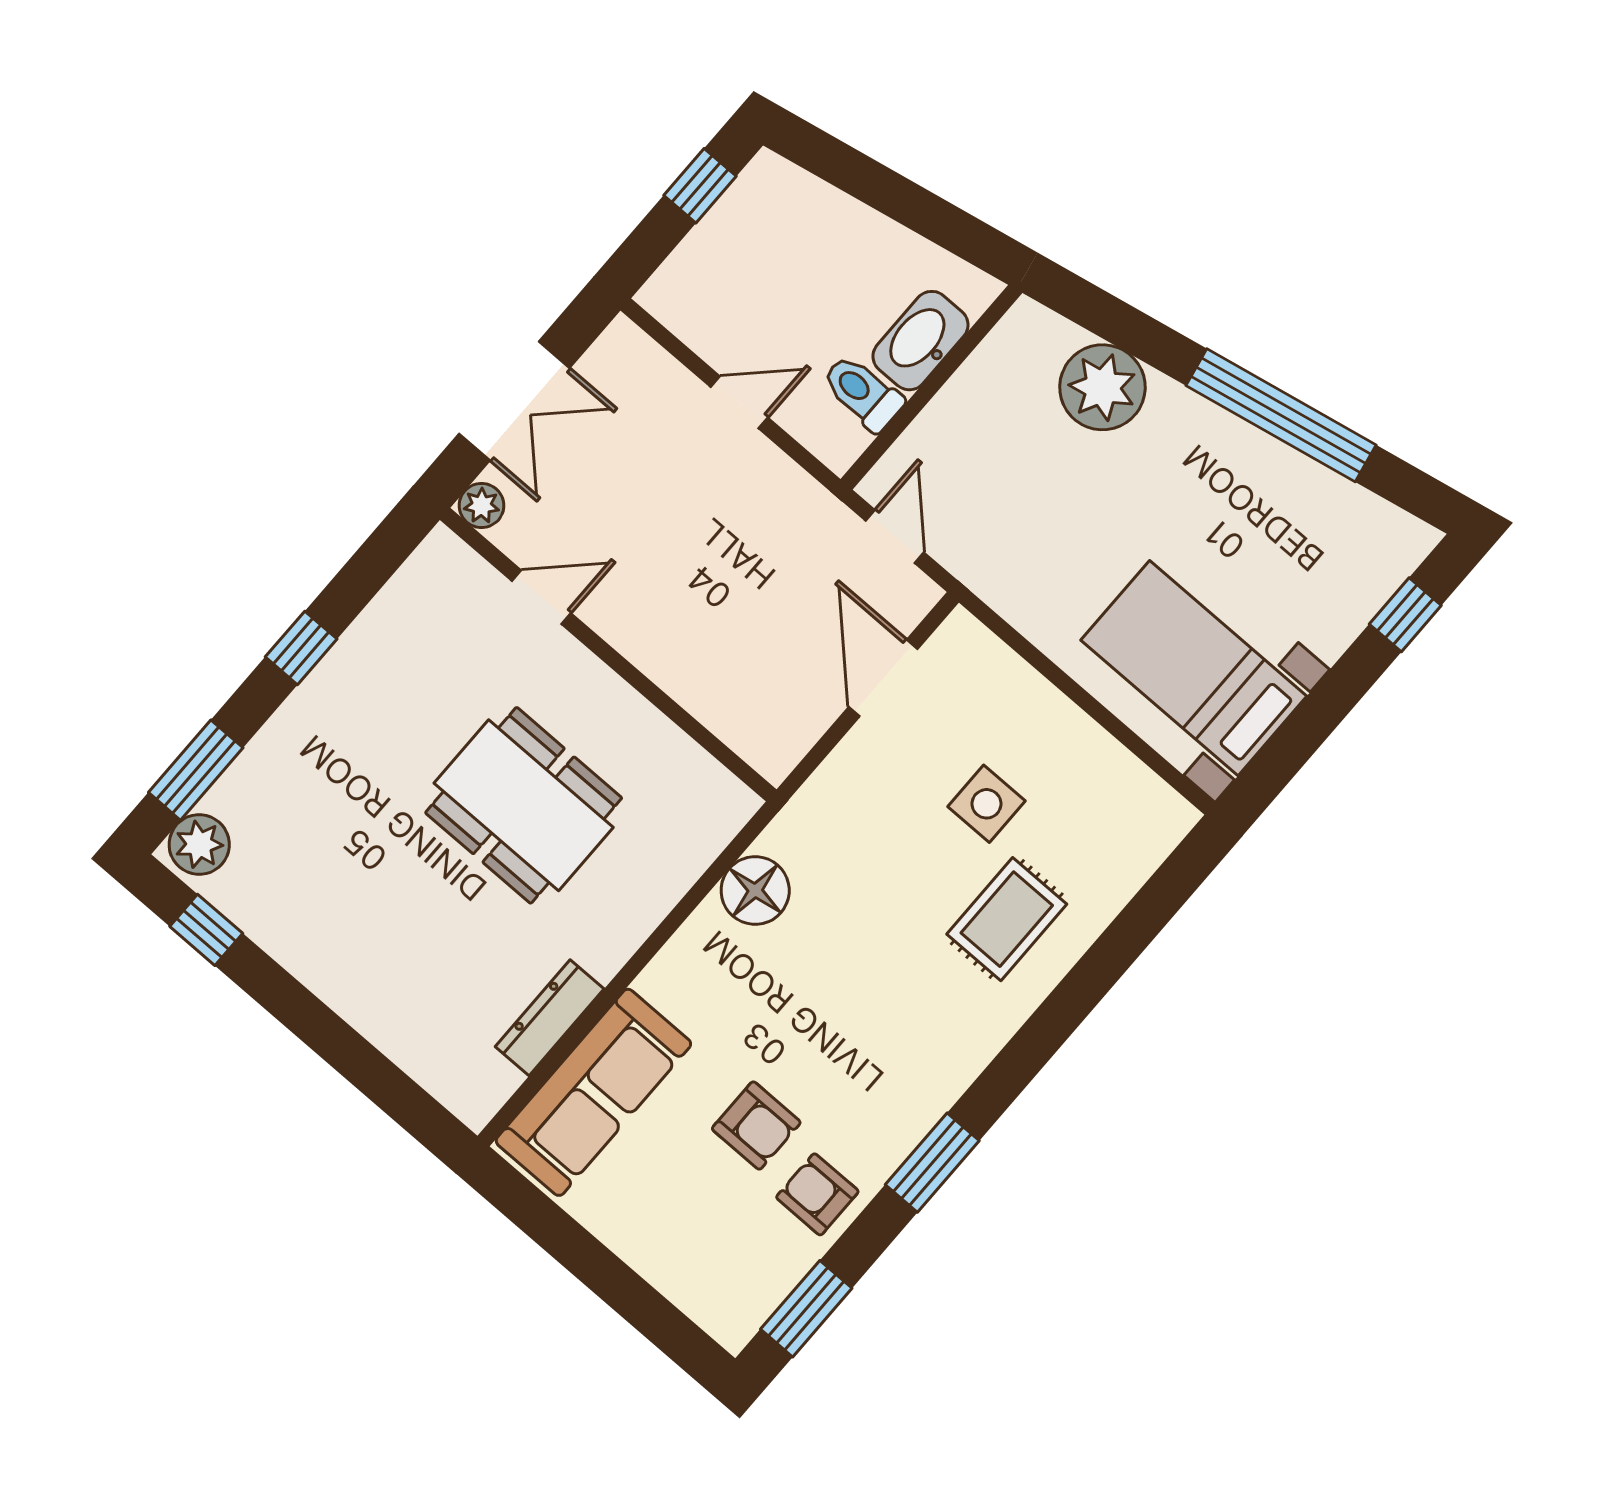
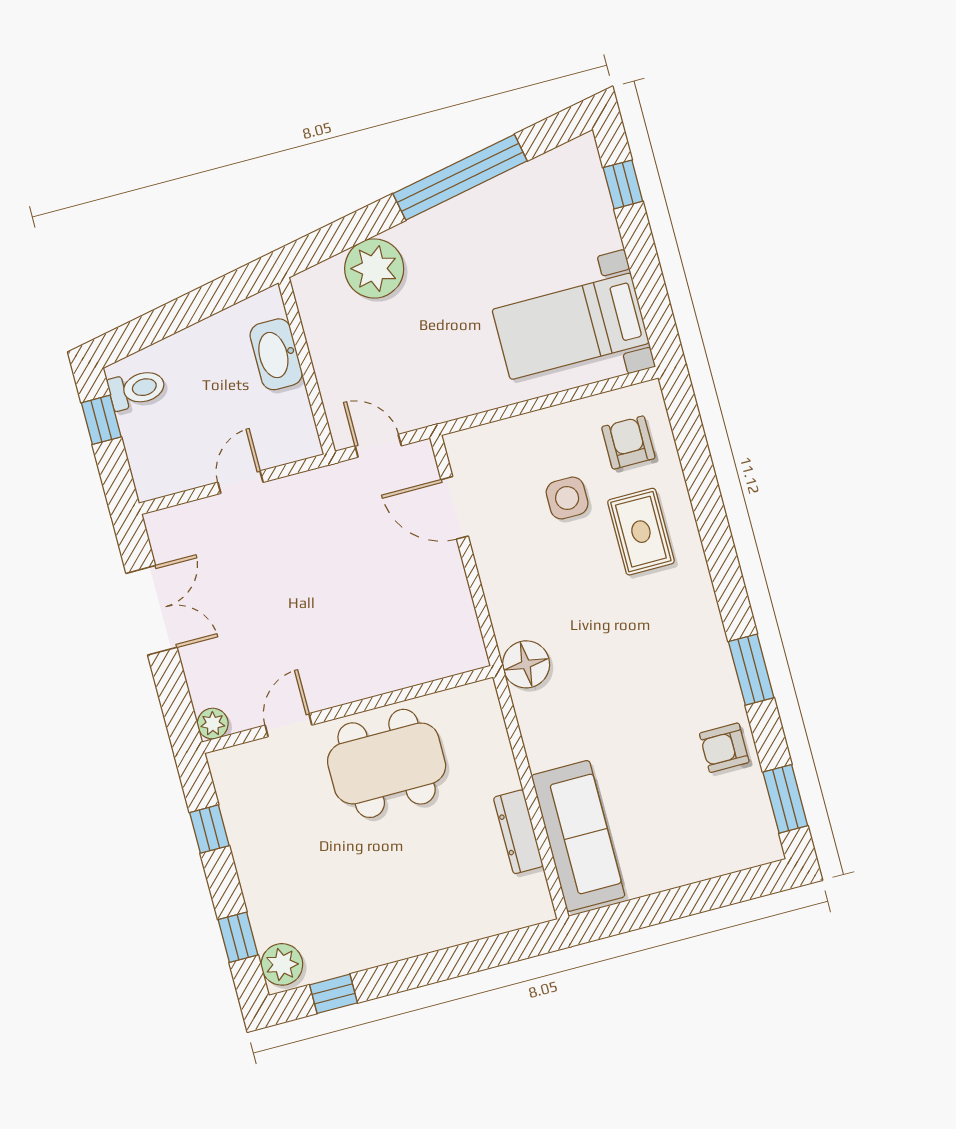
toilet: (863, 393) -> (137, 389), moved, turned 180
plant: (481, 506) -> (213, 724), moved
door: (541, 597) -> (289, 725), moved
wall: (608, 655) -> (348, 710), moved
window: (196, 770) -> (238, 937), width x0.67
armchair: (756, 1126) -> (628, 443), moved, turned -90

